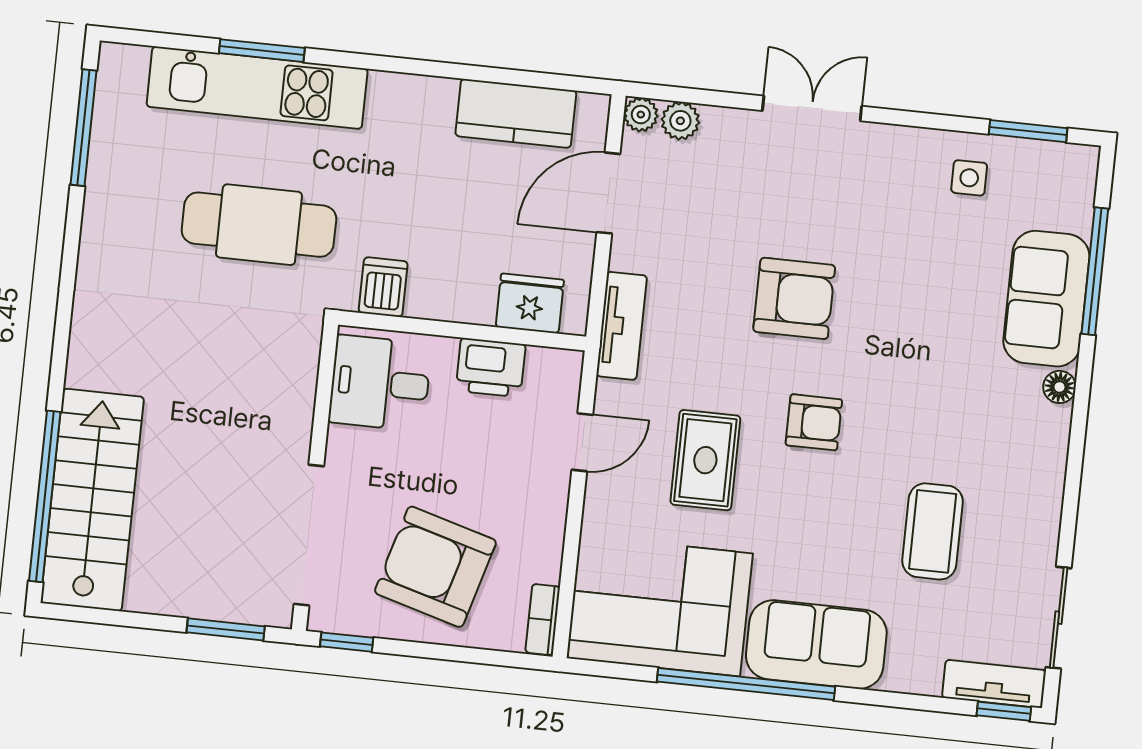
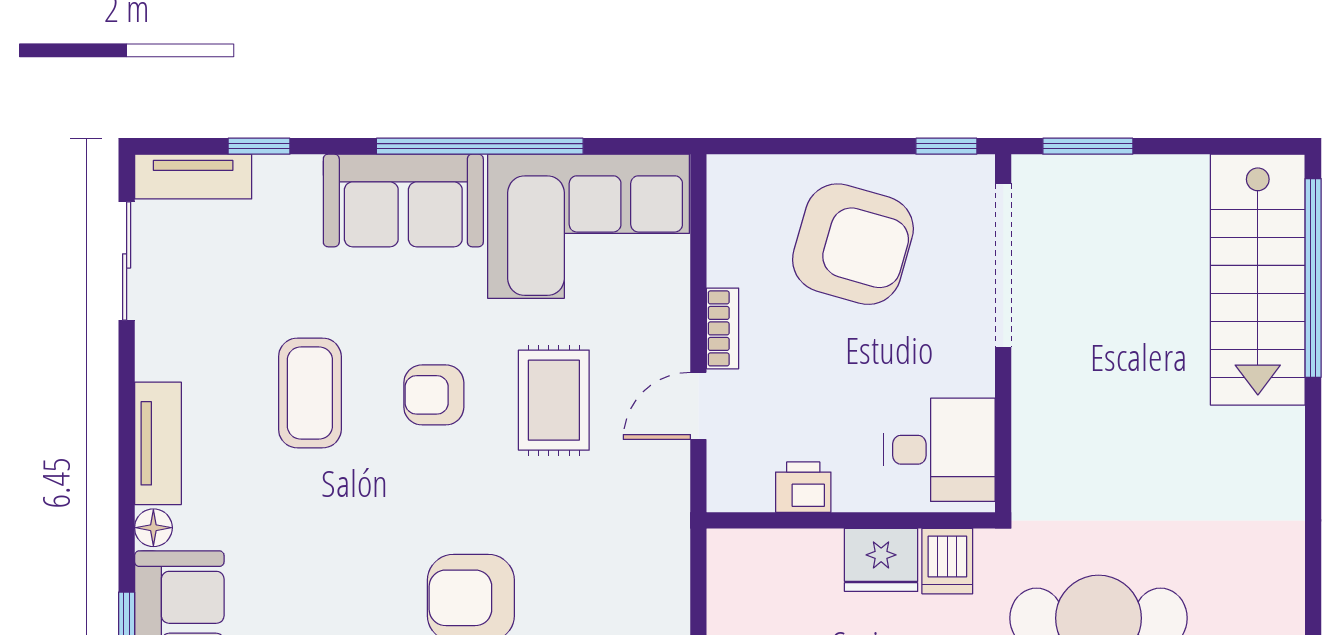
fridge: (530, 303) -> (881, 560), moved
tv unit: (622, 326) -> (158, 443), moved, turned 180
printer: (491, 368) -> (803, 487), width x0.73, depth x0.81
armchair: (814, 422) -> (434, 395), moved
coffee table: (933, 531) -> (310, 393), moved
bookcase: (543, 620) -> (723, 328), moved
window: (1004, 711) -> (259, 146), moved

